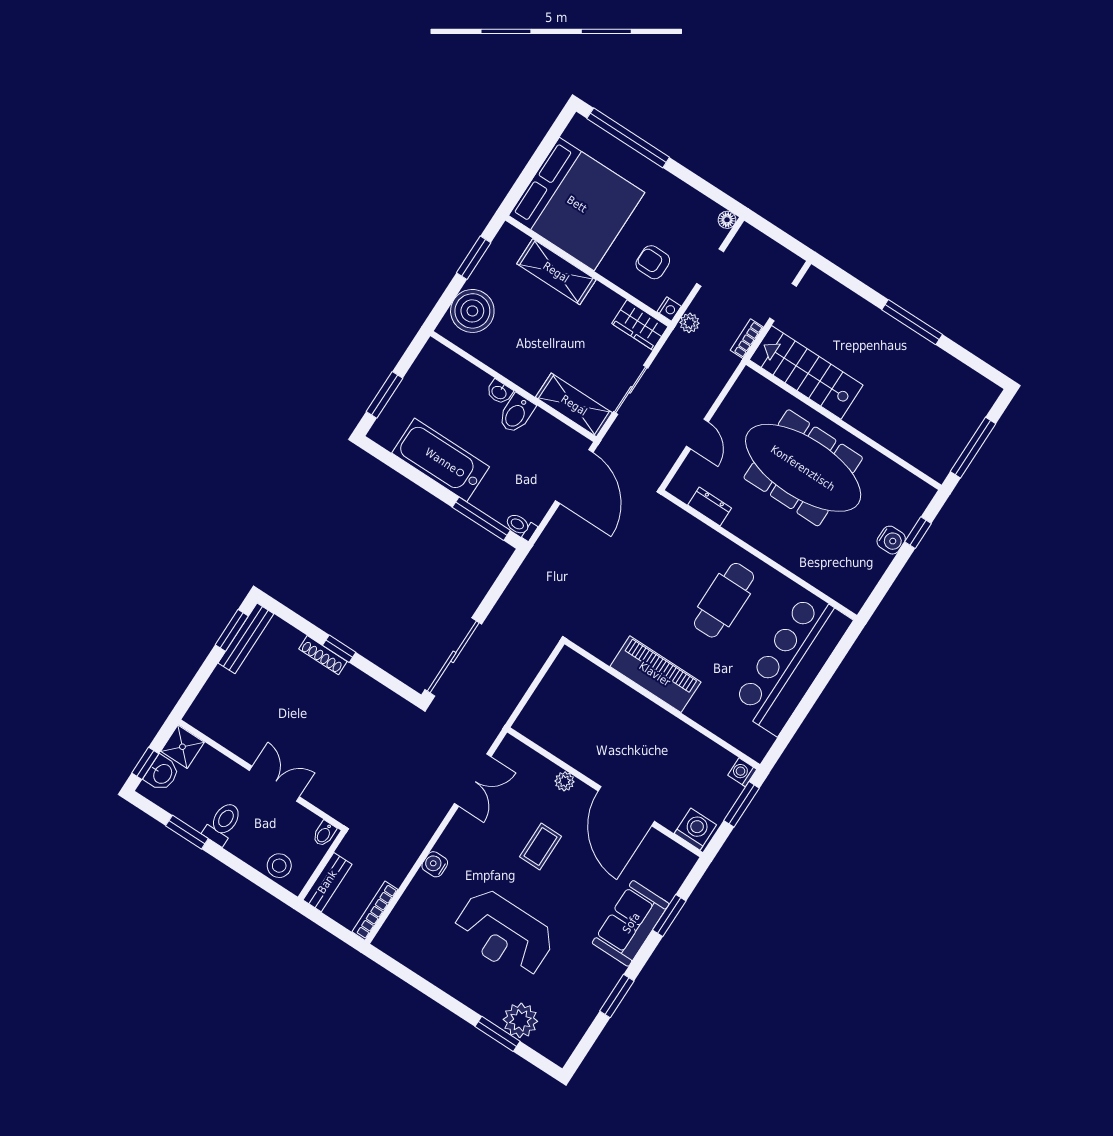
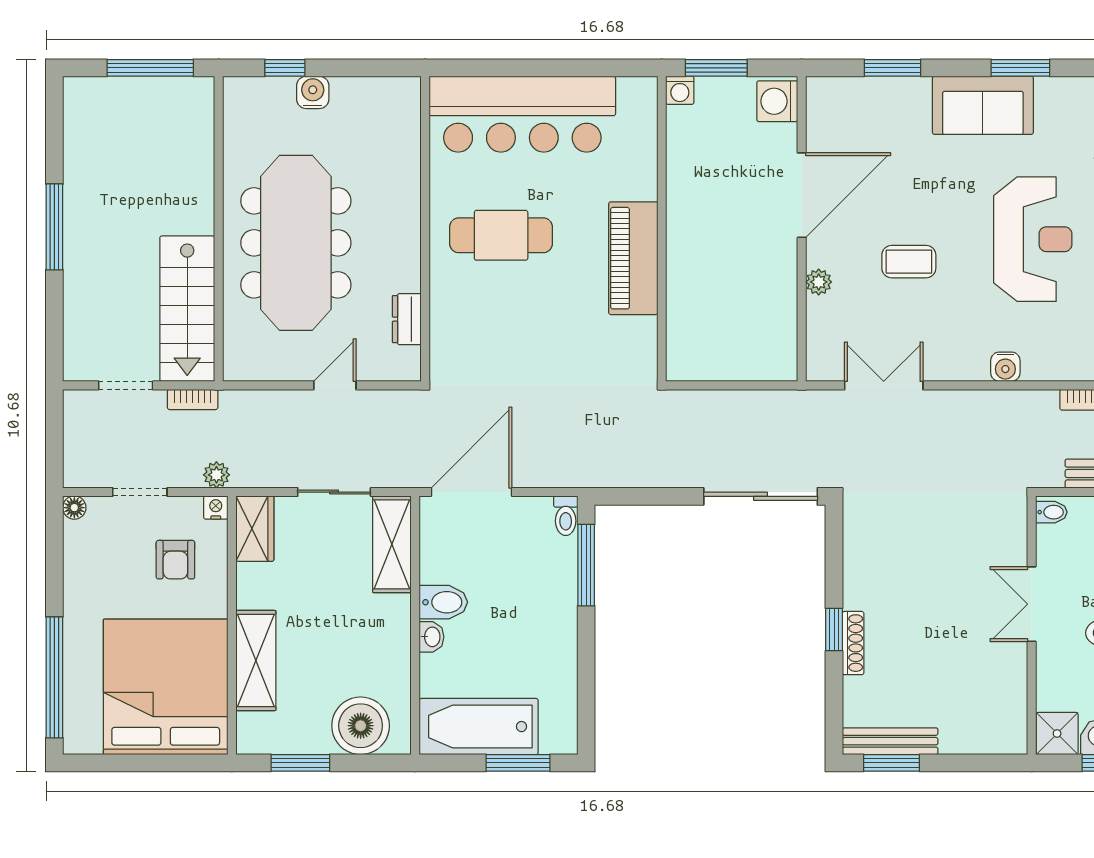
bathtub: (441, 460) -> (479, 727), moved, turned 90
sofa: (631, 923) -> (983, 105), moved

